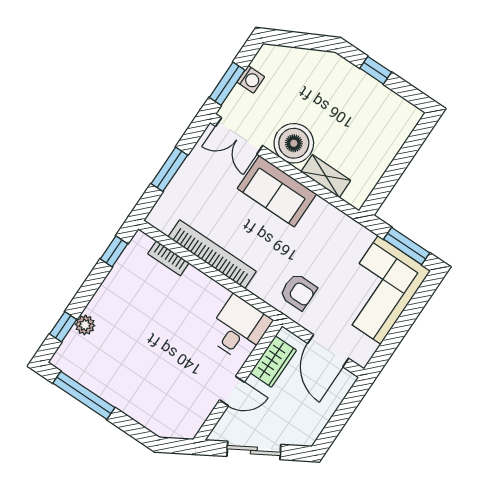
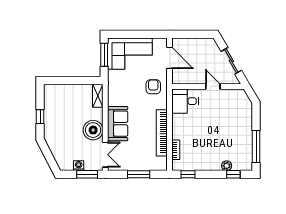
shelving: (326, 176) -> (98, 96), moved
door: (328, 351) -> (169, 58), hinge flipped
wardrobe: (273, 361) -> (189, 78), removed

